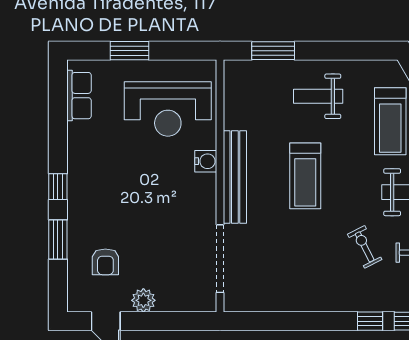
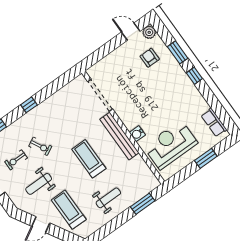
plant: (143, 300) -> (149, 32), moved
window: (370, 321) -> (29, 105), moved

